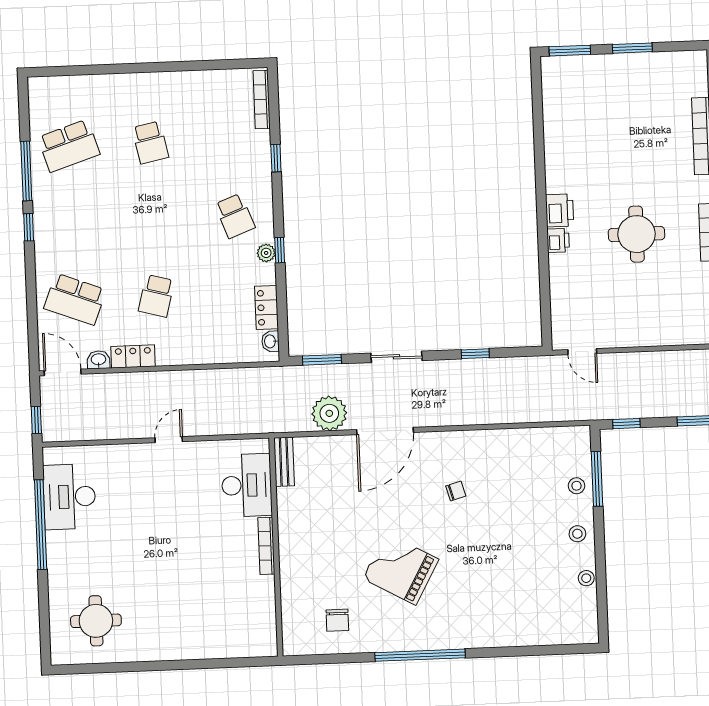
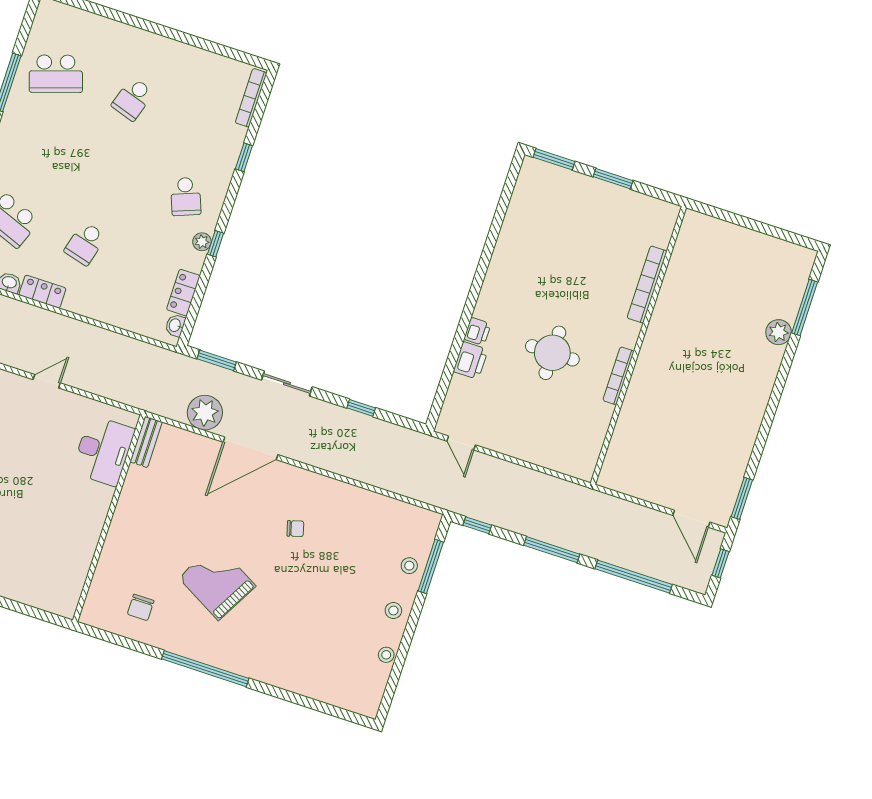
school desk: (150, 143) -> (133, 99), turned 30
printer: (560, 210) -> (471, 360), moved
bookcase: (266, 546) -> (100, 514), removed

